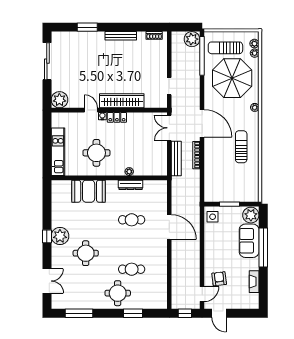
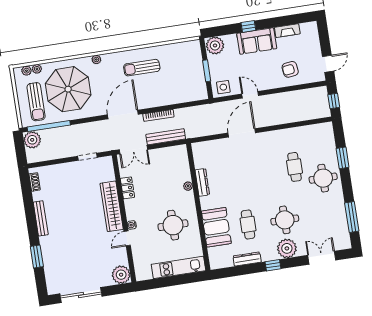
locker: (117, 117) -> (127, 188), moved
dresser: (56, 214) -> (247, 259), added
cafe table: (132, 220) -> (248, 224), moved
plant: (60, 236) -> (287, 248), moved
sofa: (249, 241) -> (257, 41), moved
window: (263, 247) -> (248, 26), width x0.32
door: (202, 294) -> (250, 95), moved

